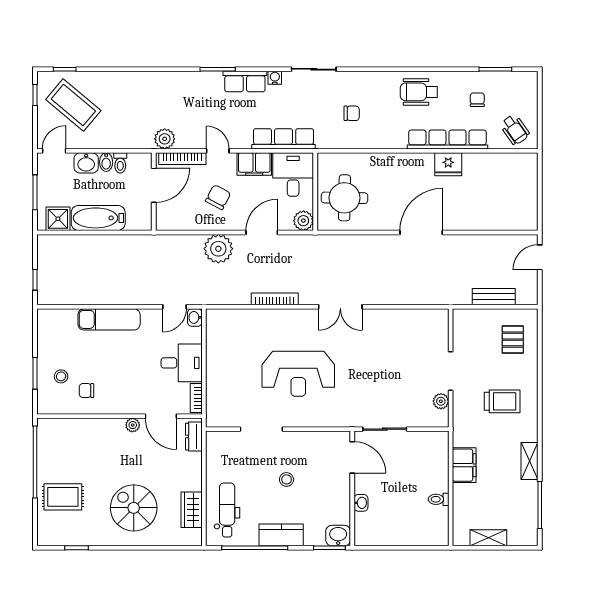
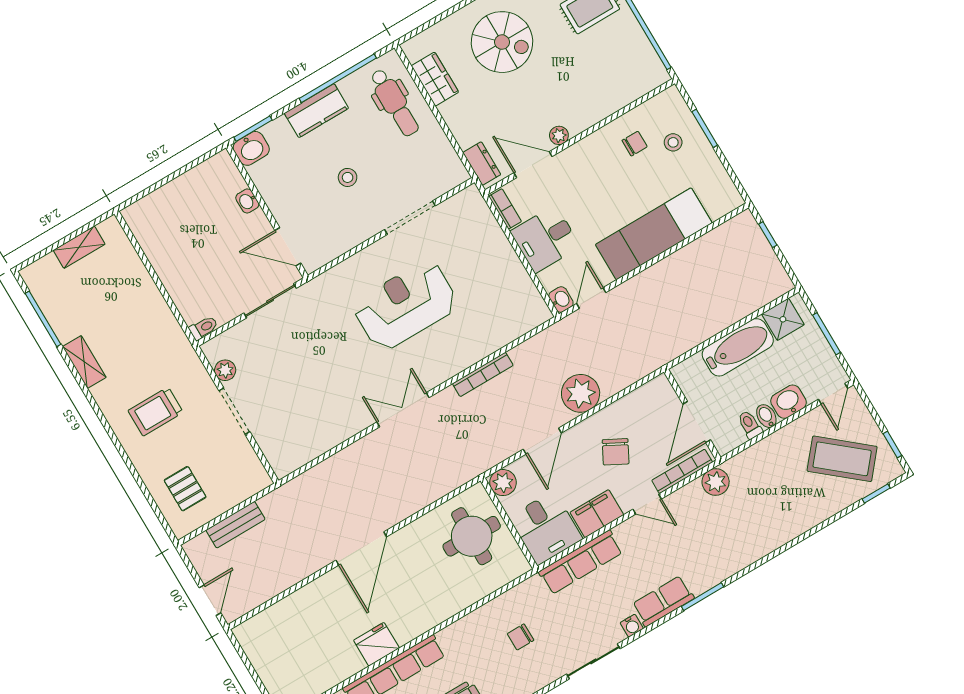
exam couch: (109, 319) -> (654, 234), width x1.36, depth x1.45
filing cabinet: (464, 465) -> (156, 313), removed
toilet: (439, 499) -> (203, 328), moved

